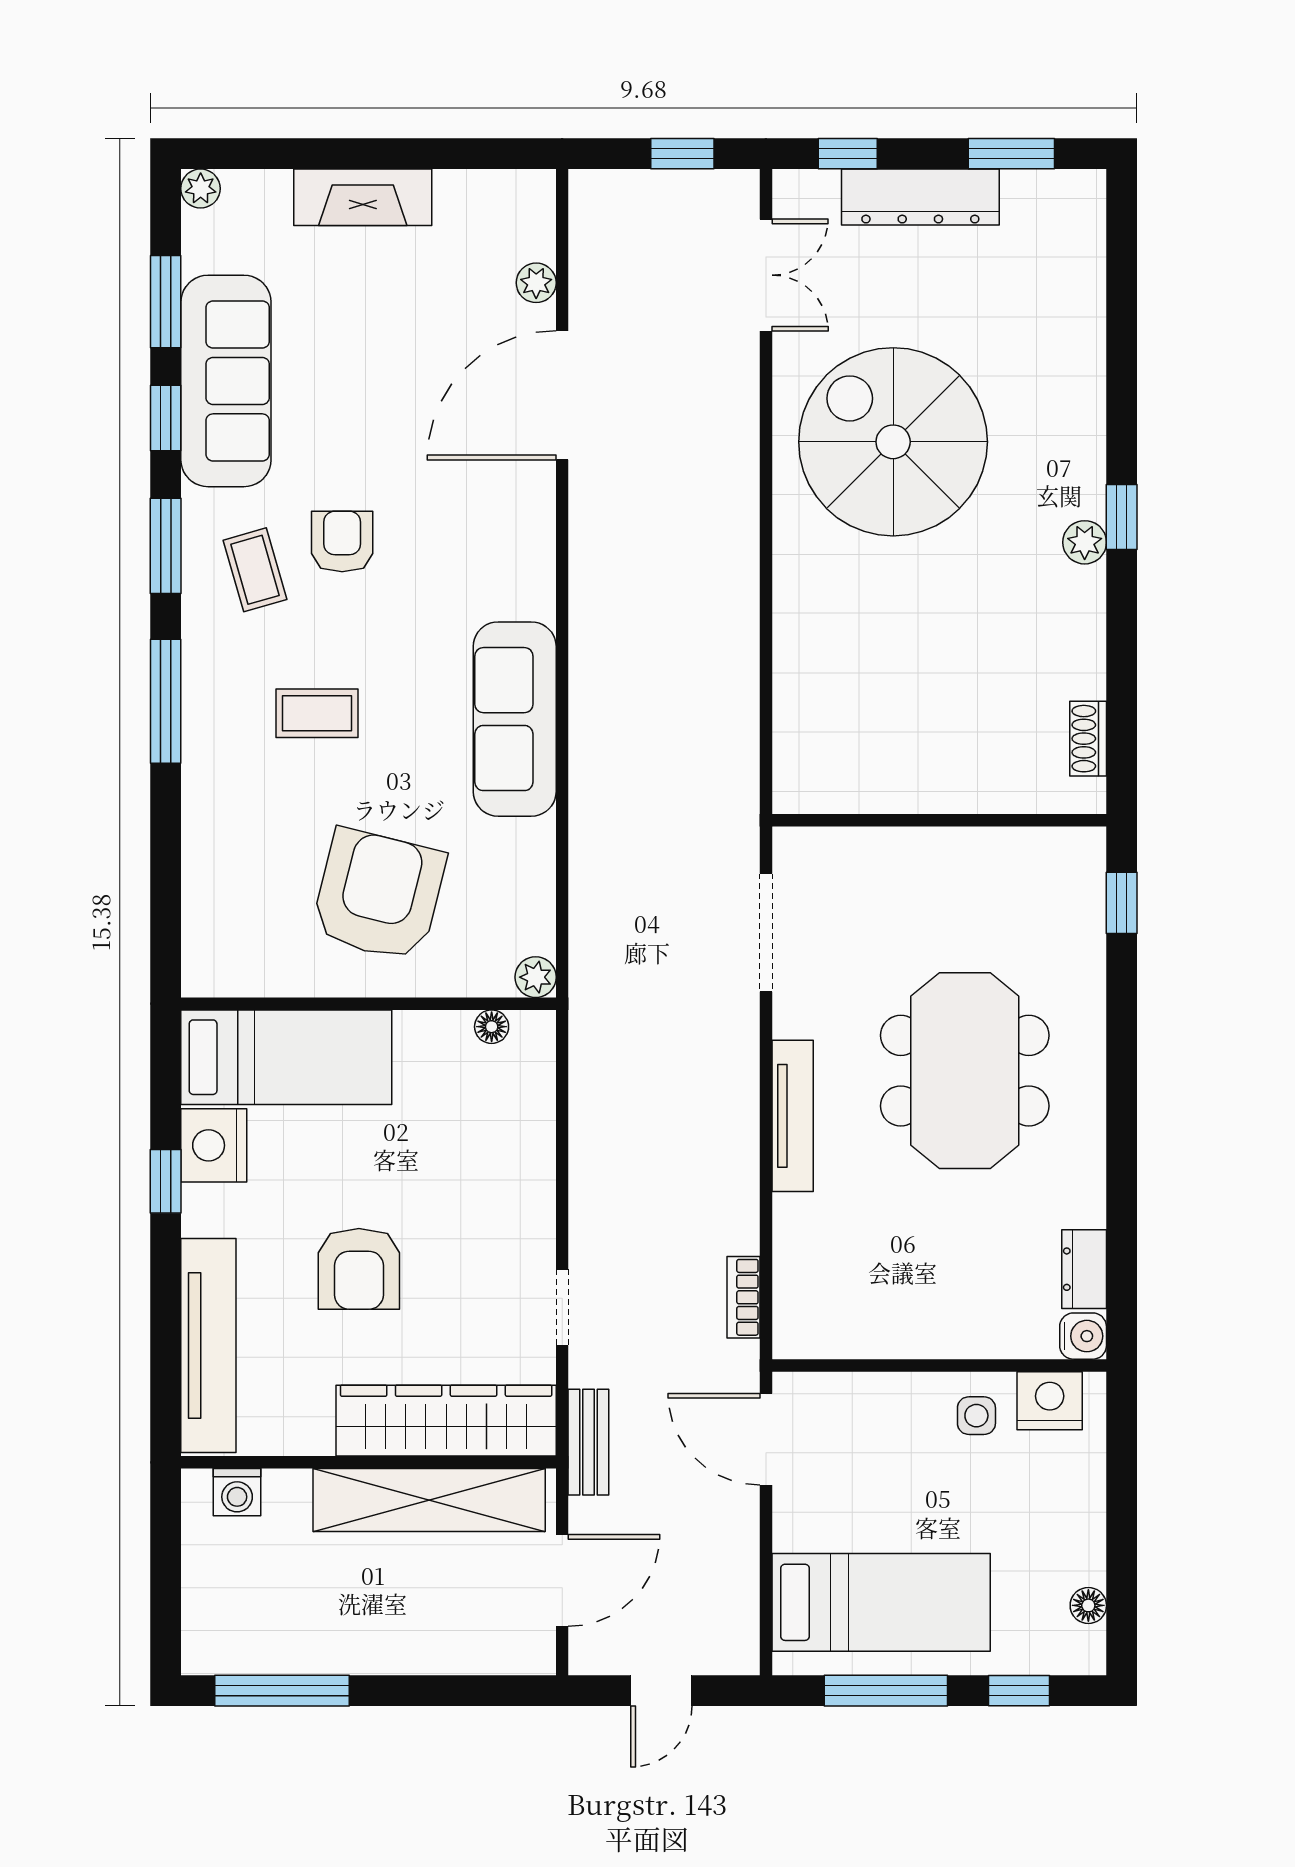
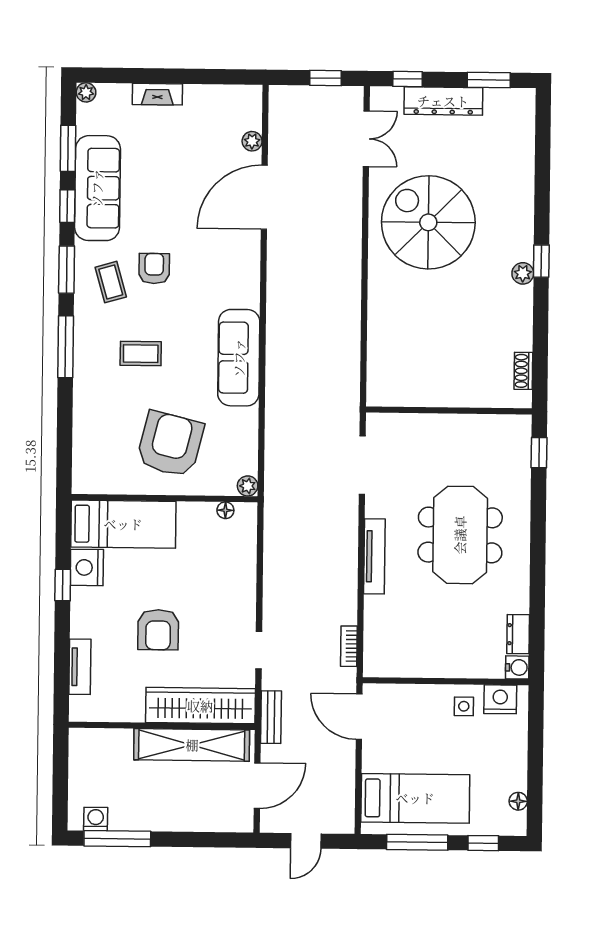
fireplace: (363, 197) -> (157, 94), width x0.73, depth x0.76
tv unit: (208, 1345) -> (80, 667), width x0.52, depth x0.78
washing machine: (237, 1492) -> (96, 819), moved, turned 180

